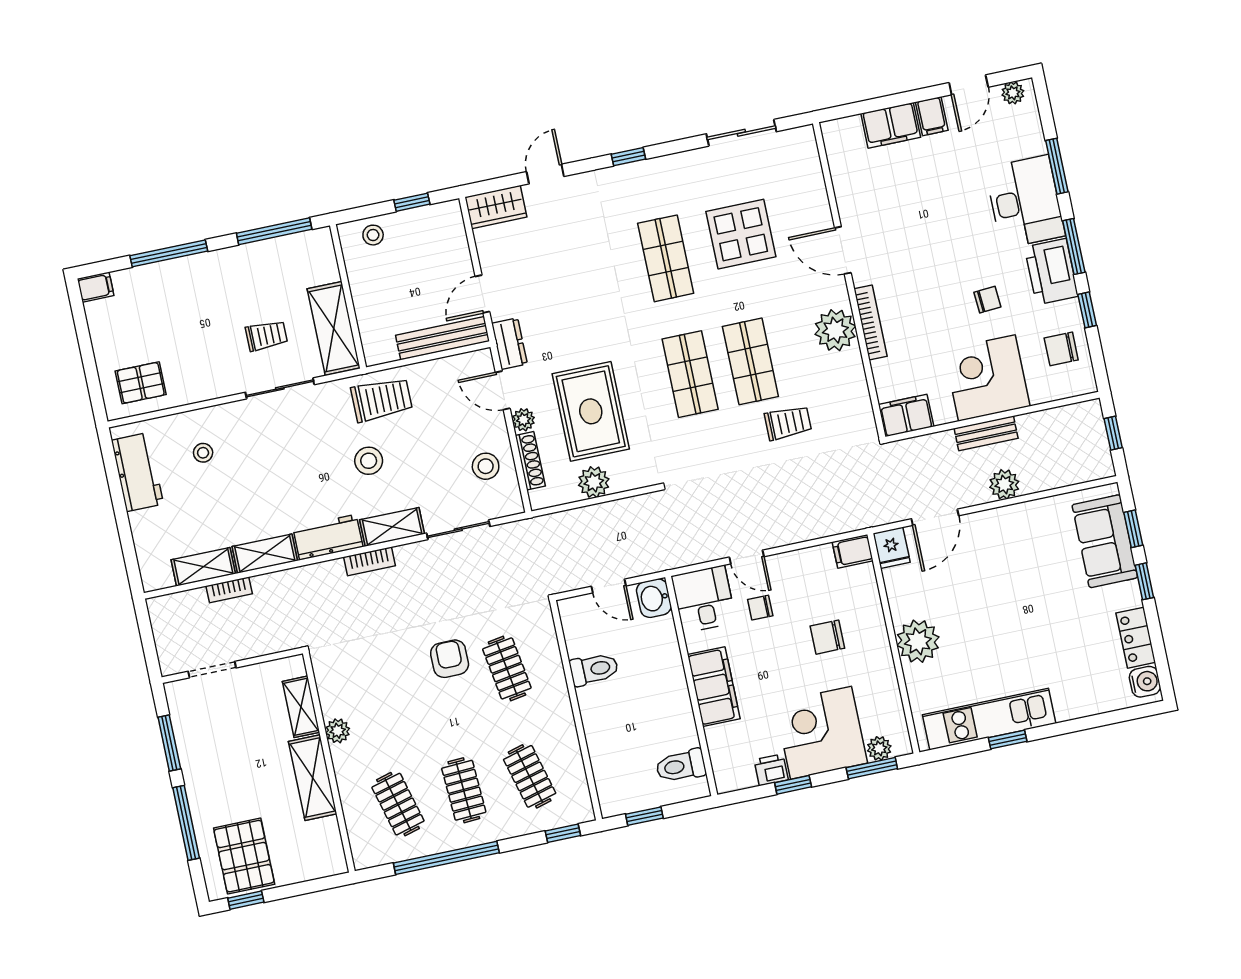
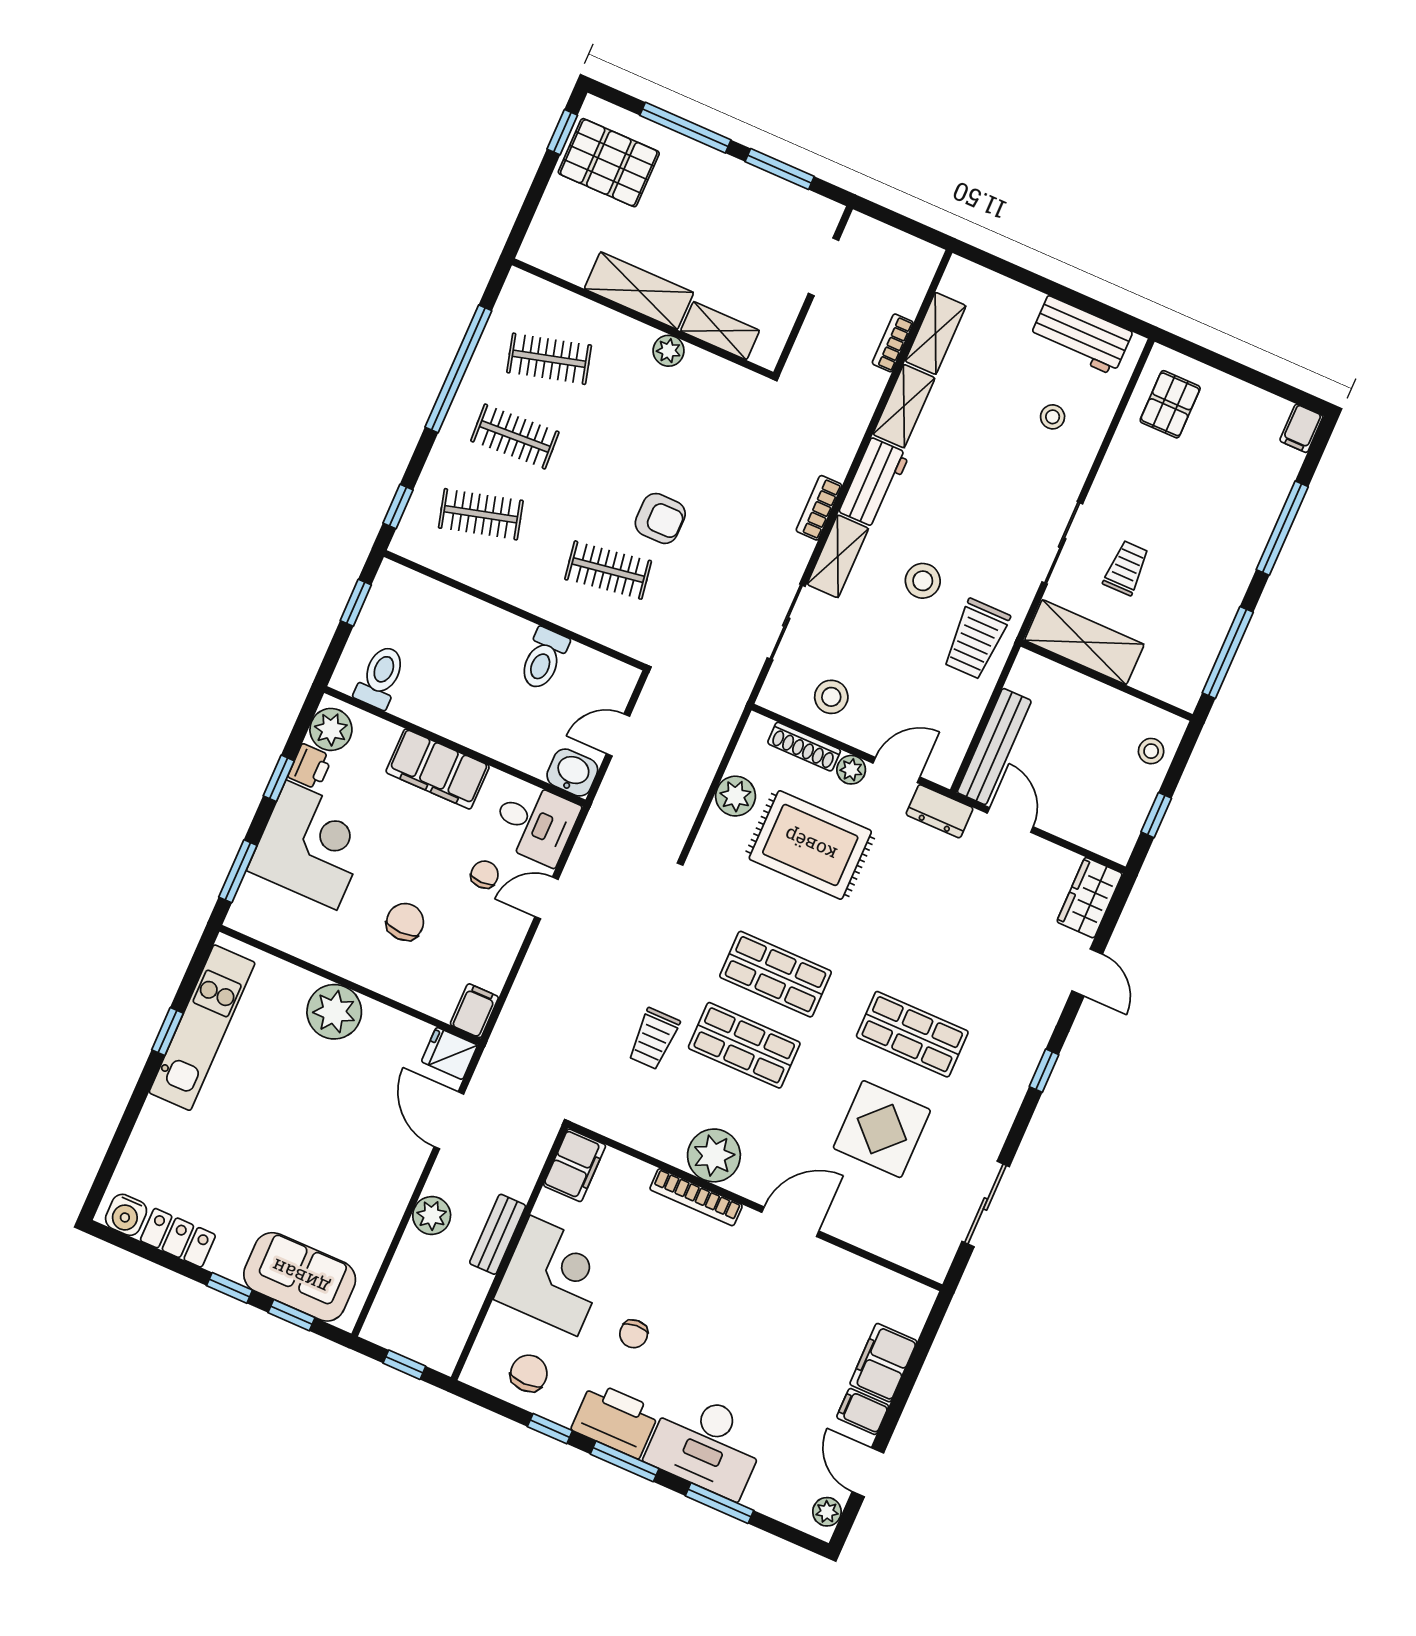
trolley: (266, 336) -> (1126, 568), turned 180
plant: (879, 748) -> (331, 729), moved, width x1.38, depth x1.38

